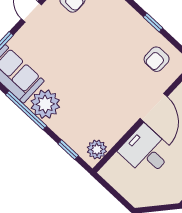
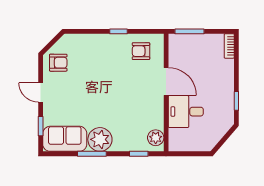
armchair: (157, 59) -> (141, 51), turned 90
window: (26, 110) -> (92, 154), width x0.69

